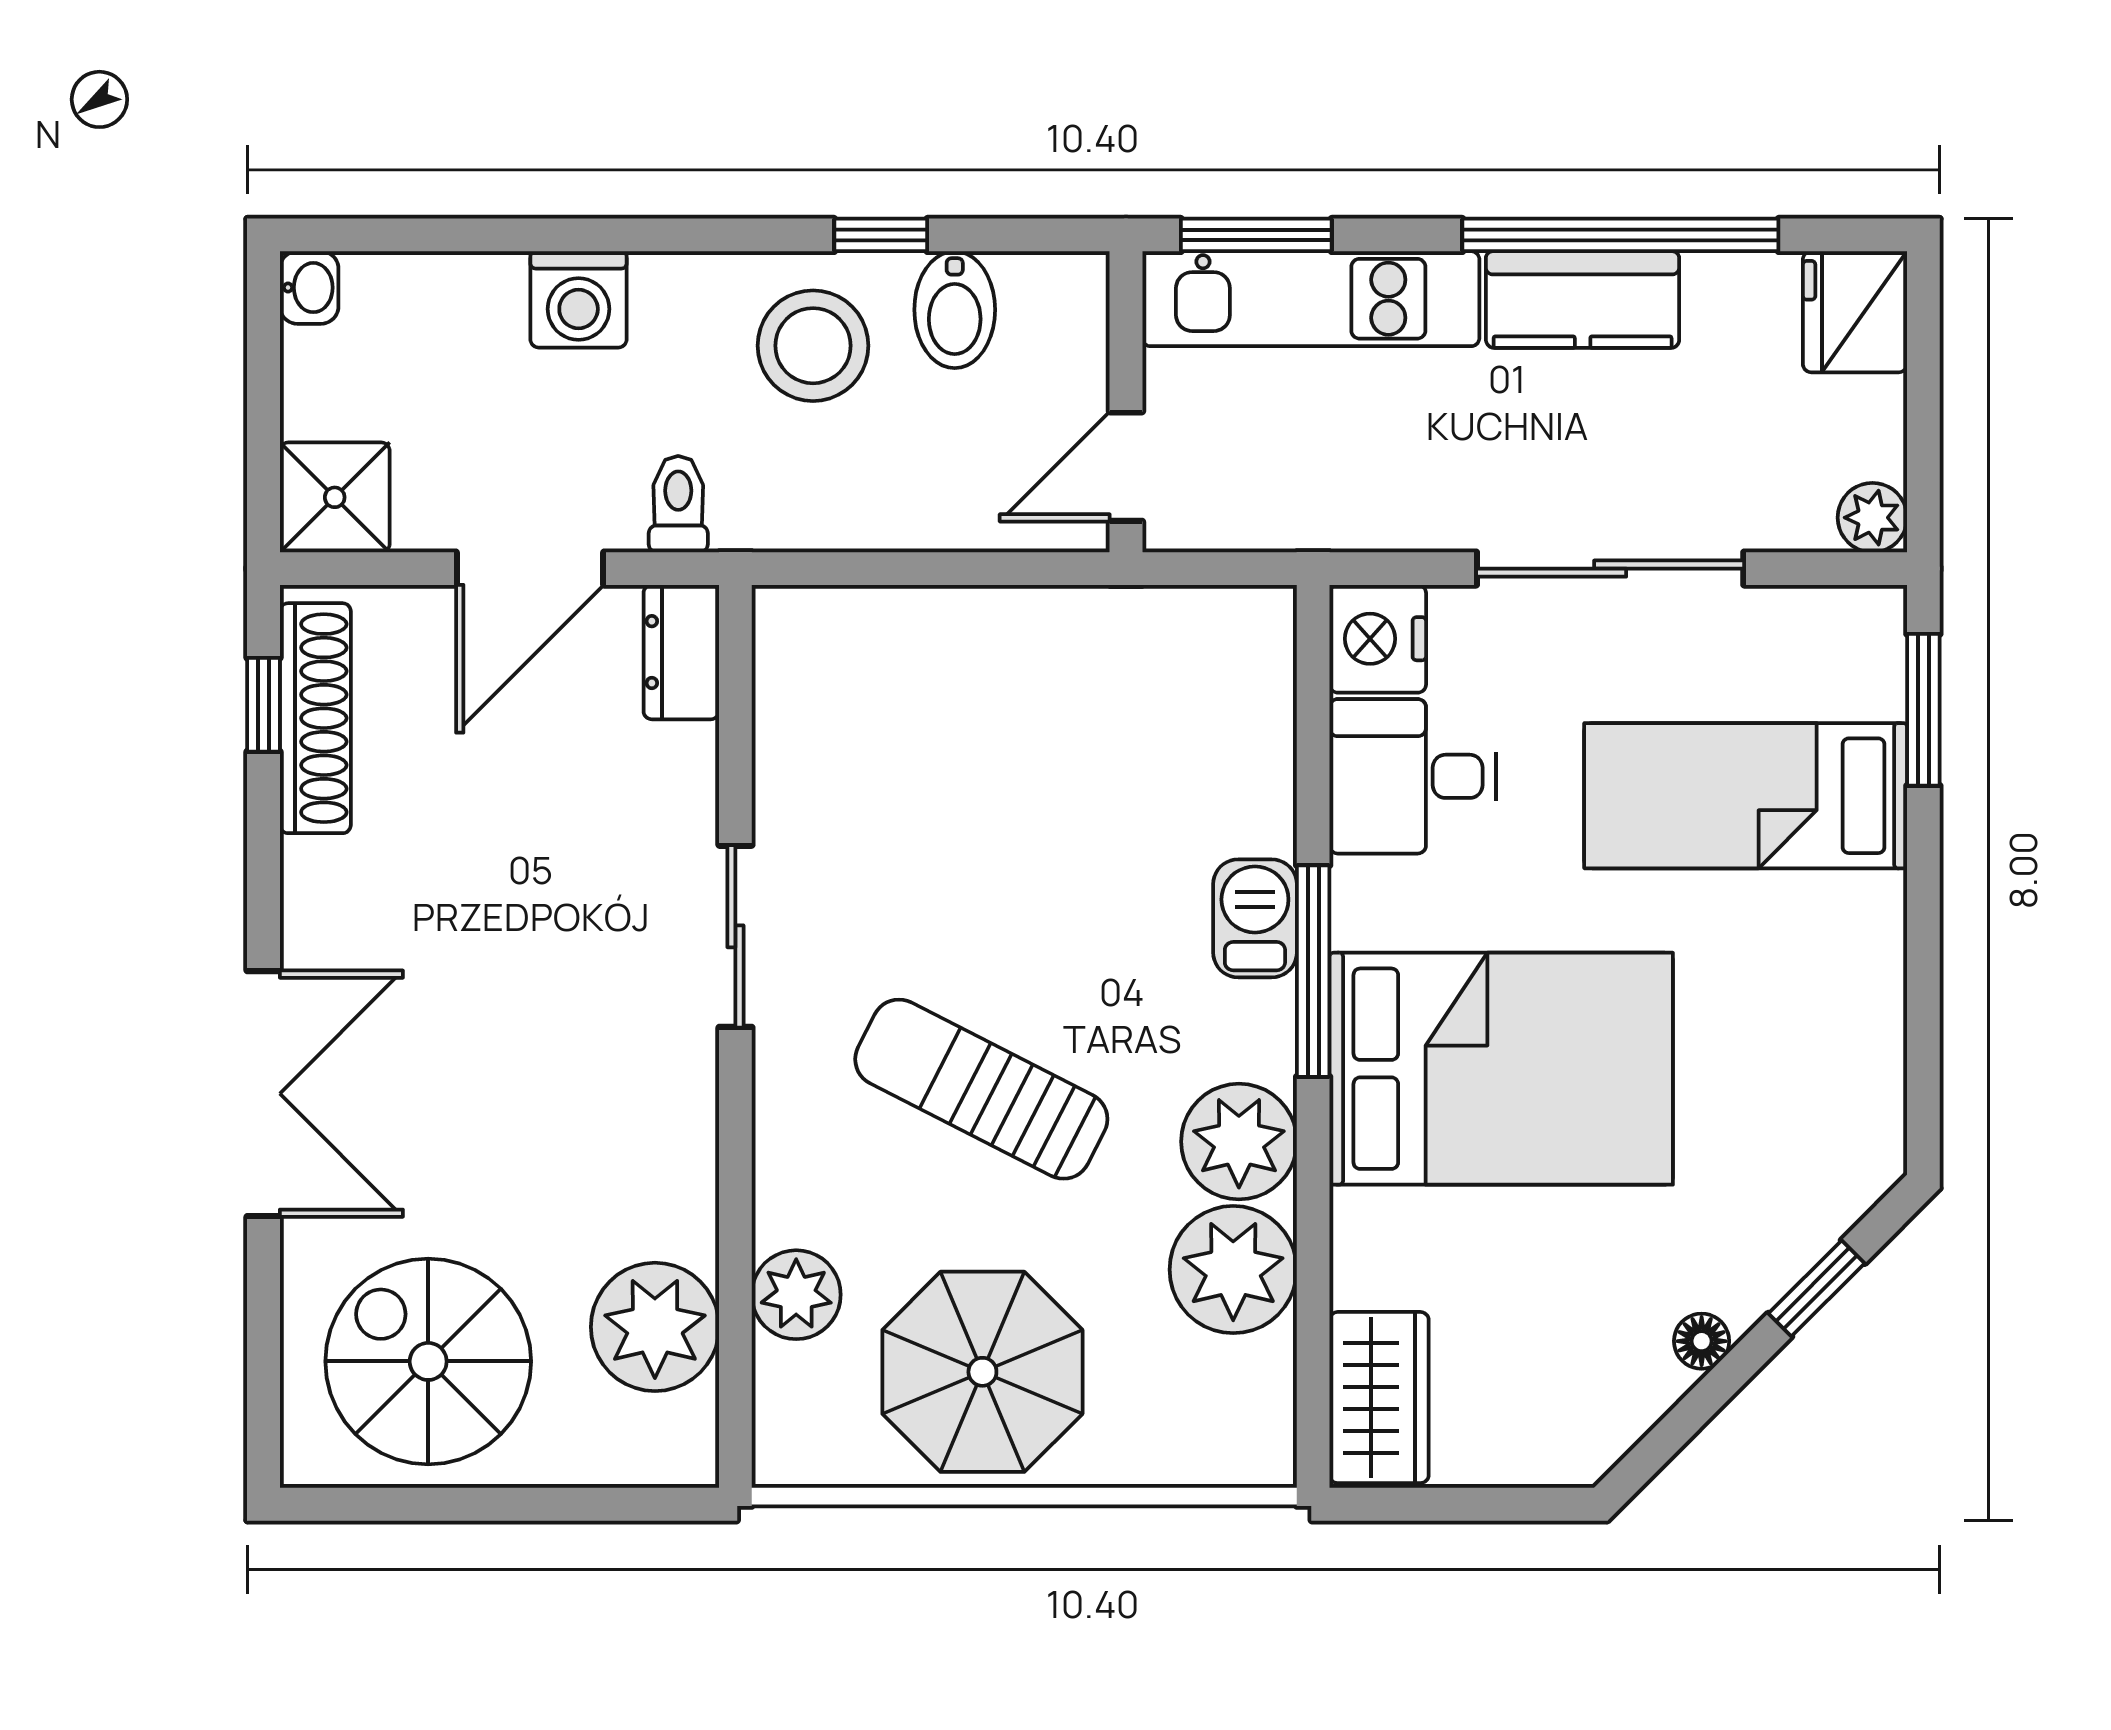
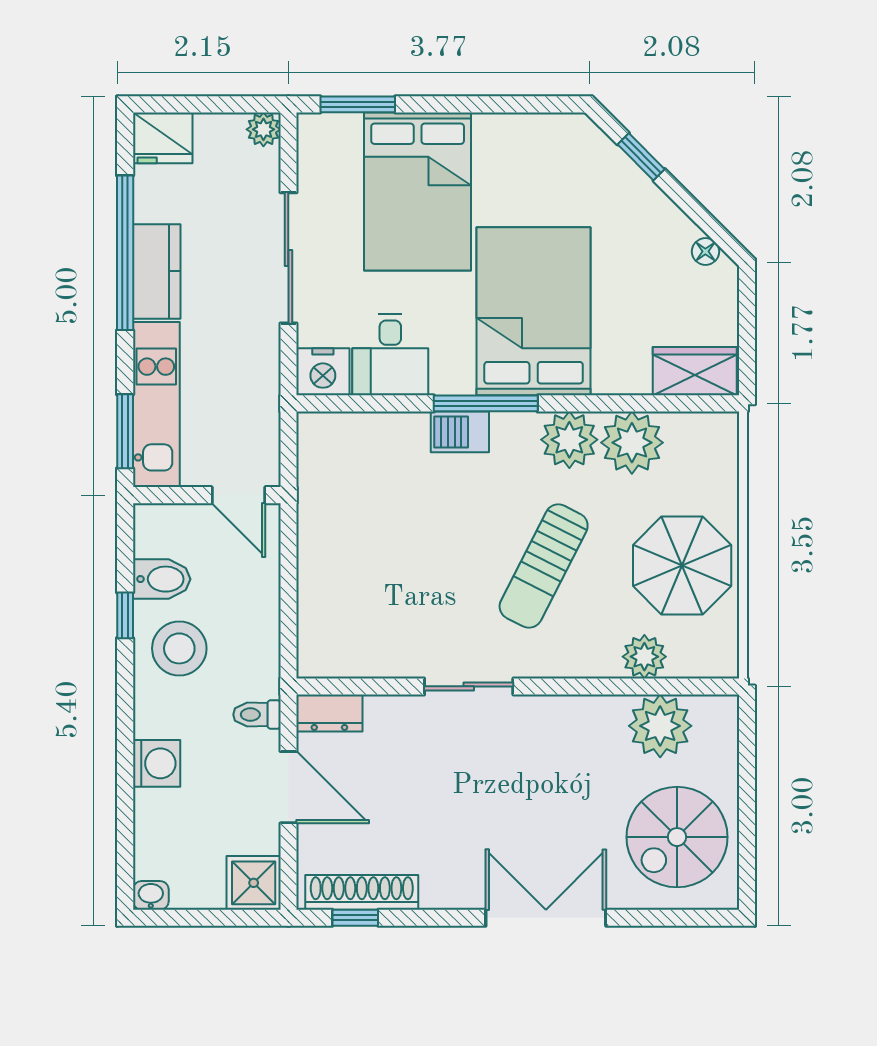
bed: (1746, 796) -> (418, 191), width x1.50
floor lamp: (1702, 1341) -> (705, 251), moved

